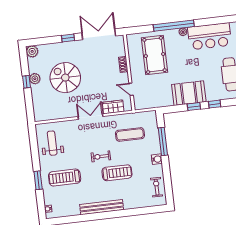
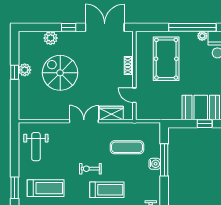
plant: (32, 51) -> (51, 38), moved
weight bench: (52, 143) -> (36, 147), turned 180
water cooler: (157, 159) -> (155, 164), moved
treadmill: (65, 178) -> (46, 188), turned 180

